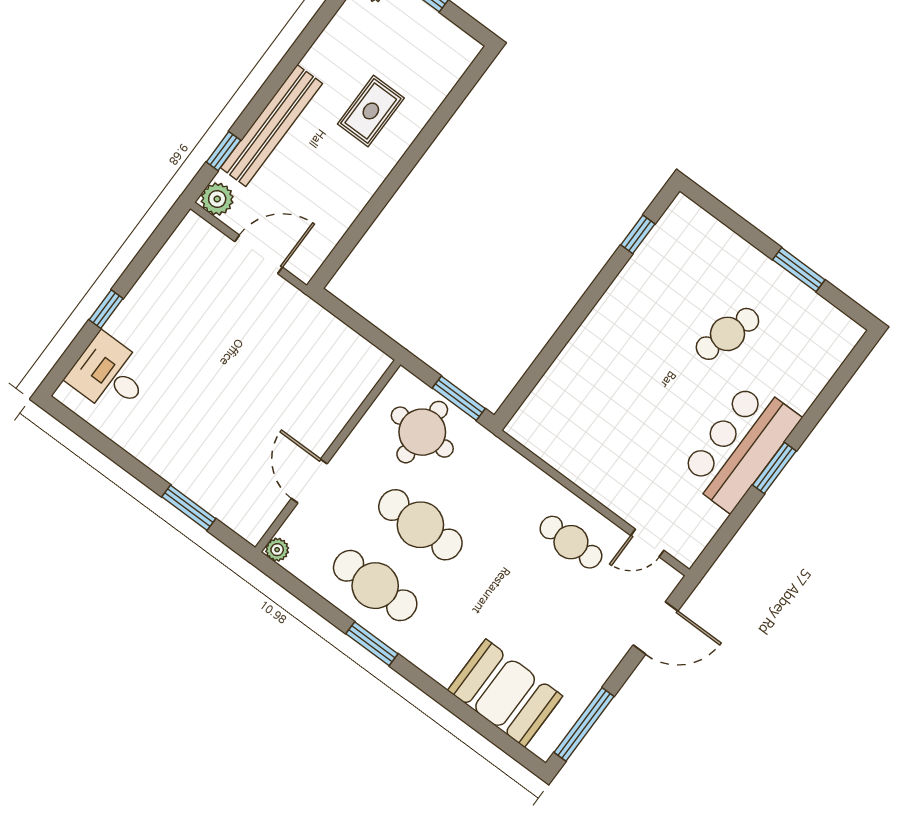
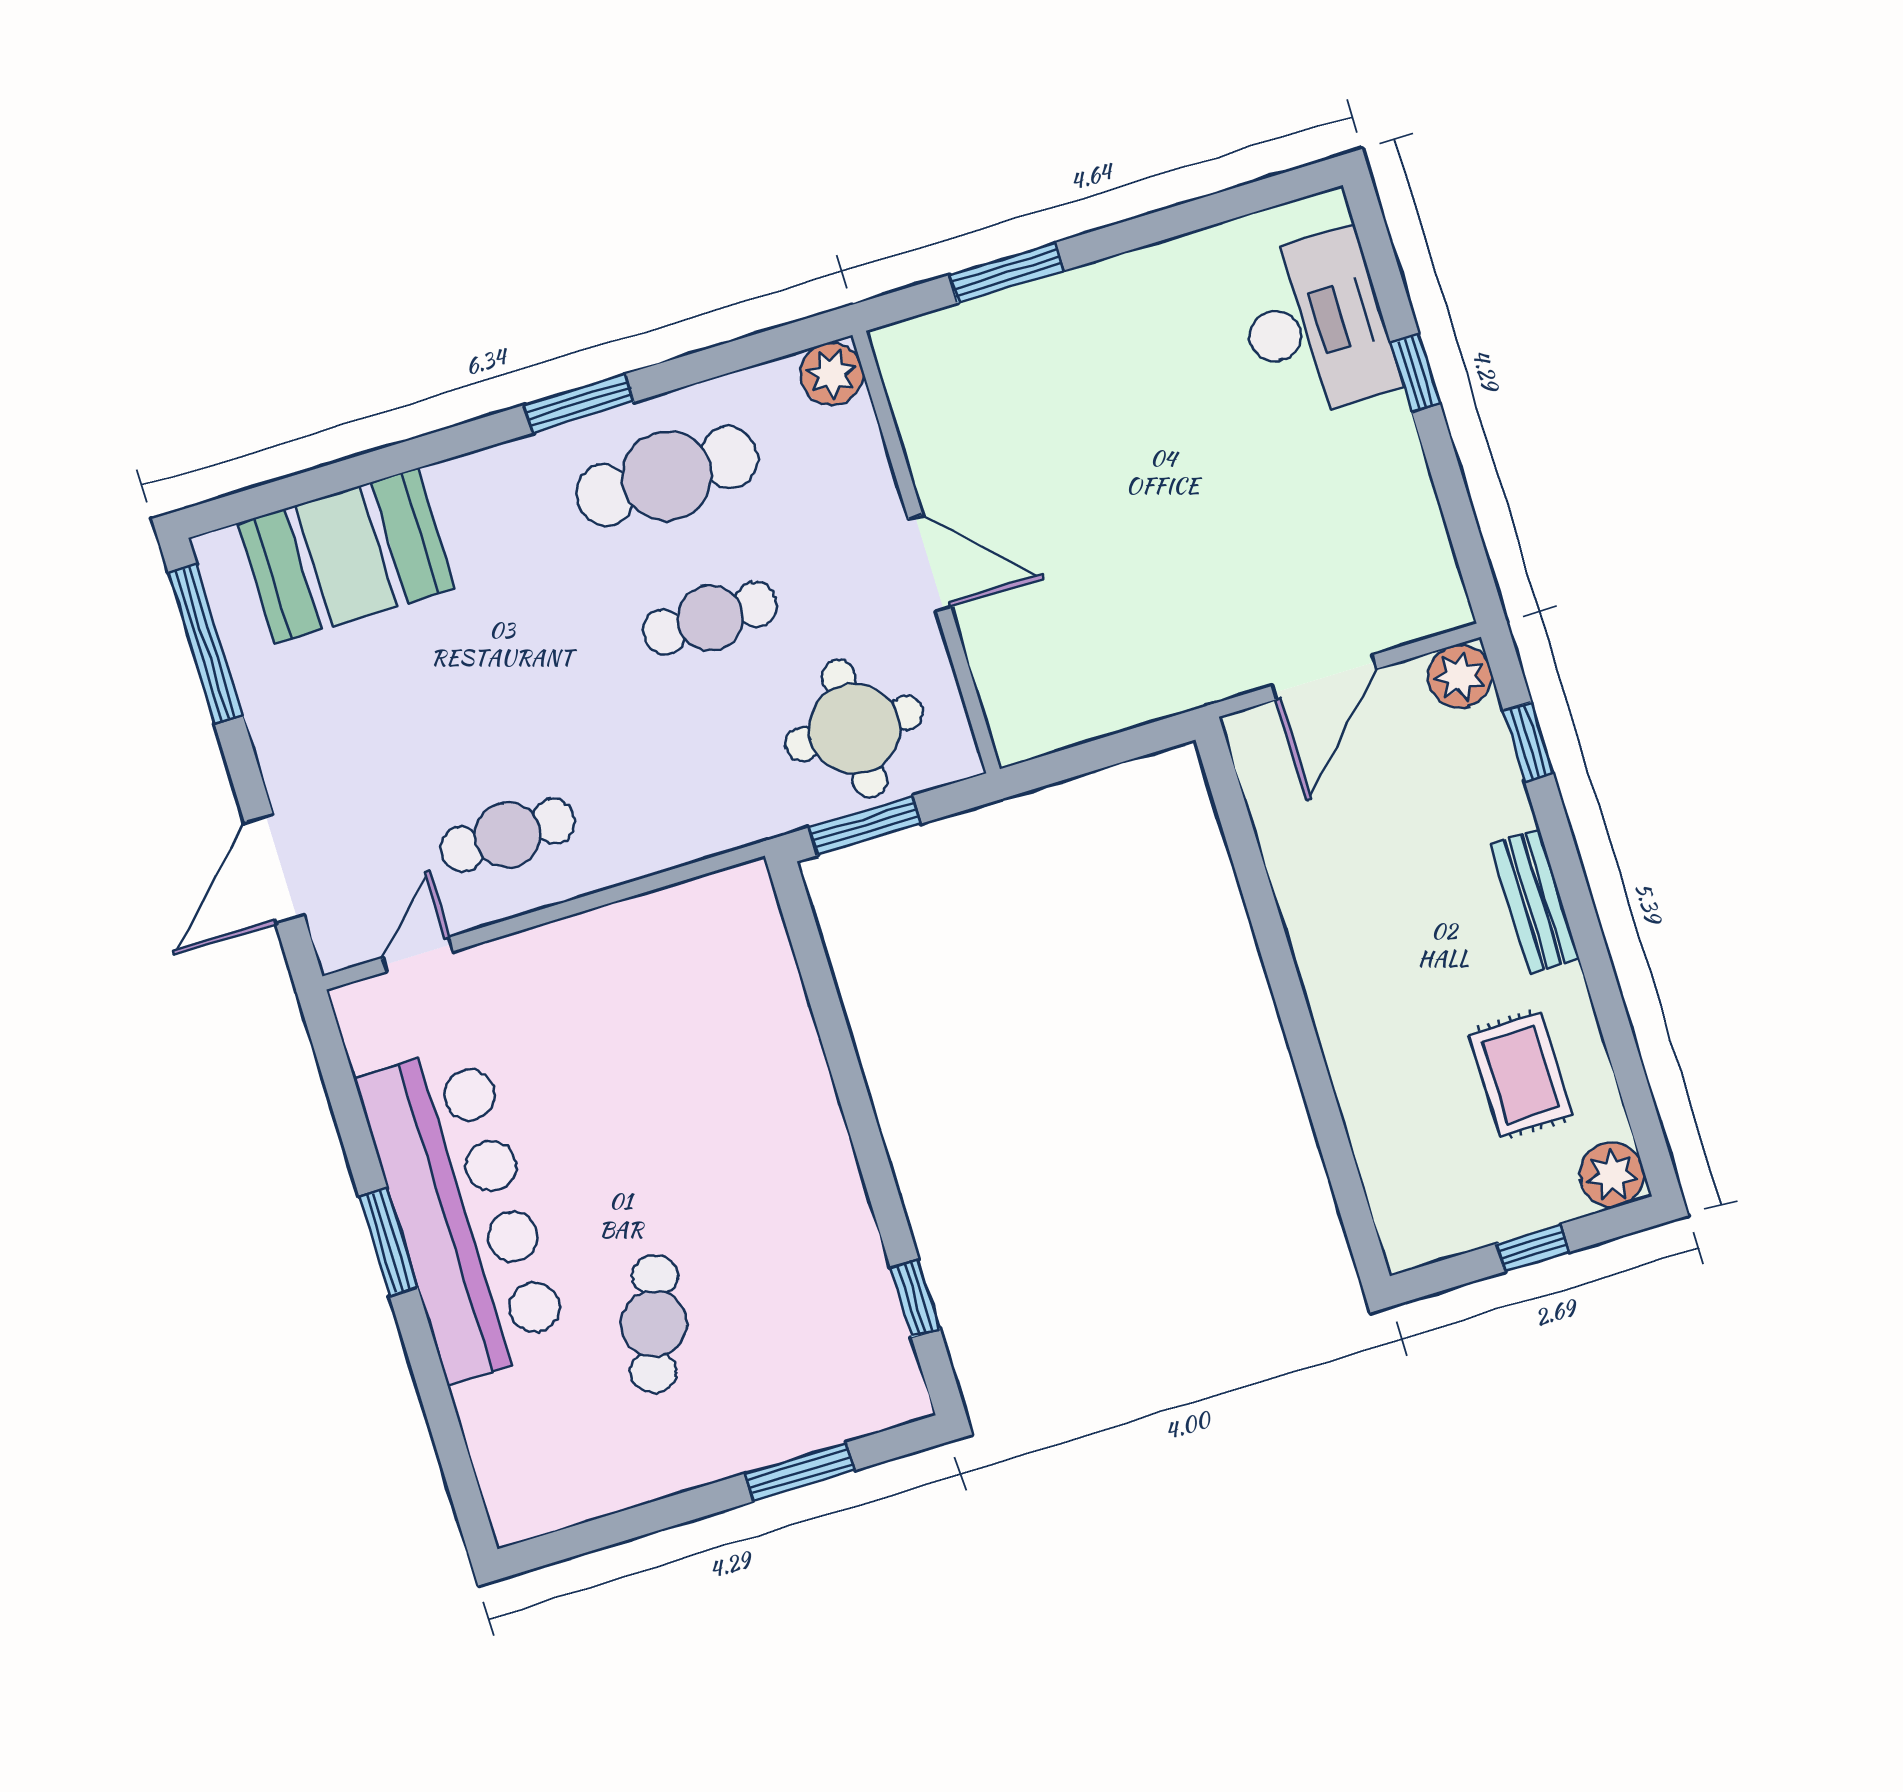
rug: (371, 111) -> (1521, 1075), moved
bench: (271, 126) -> (1535, 901), width x0.54, depth x0.82
window: (799, 270) -> (800, 1472), moved
desk: (109, 375) -> (1315, 324), width x1.37
bar counter: (740, 446) -> (463, 1213), width x1.36
door: (309, 481) -> (930, 563), moved
cafe table: (420, 525) -> (710, 618), width x0.73, depth x0.74
plant: (277, 550) -> (832, 374), width x1.38, depth x1.38

